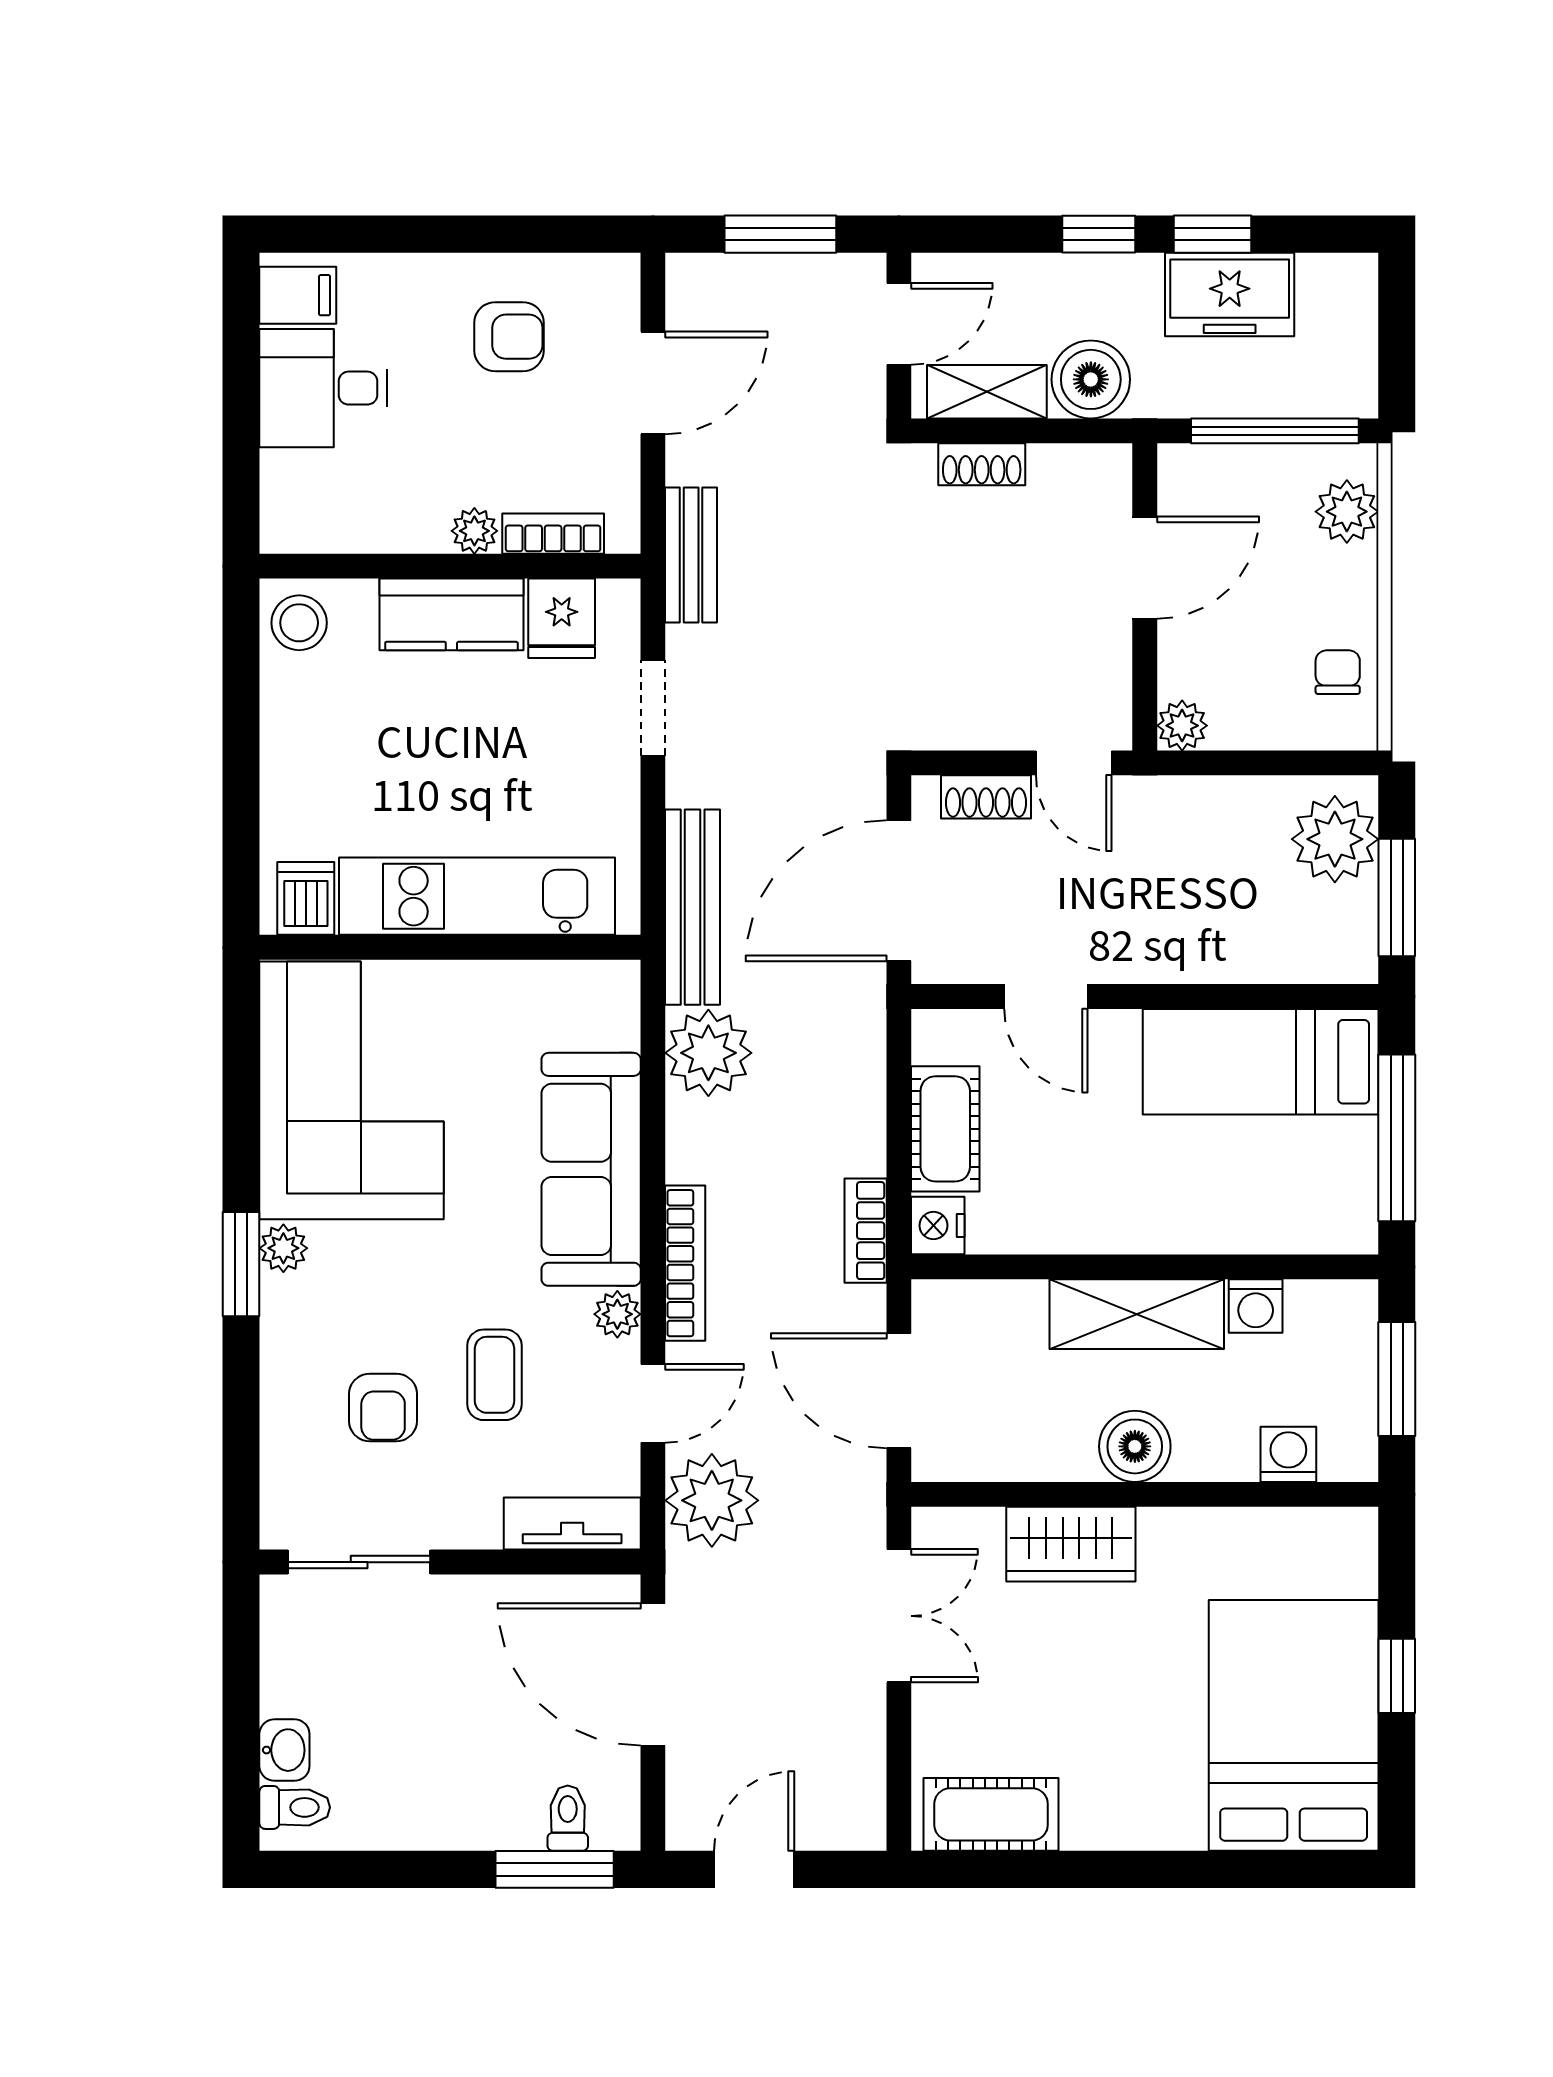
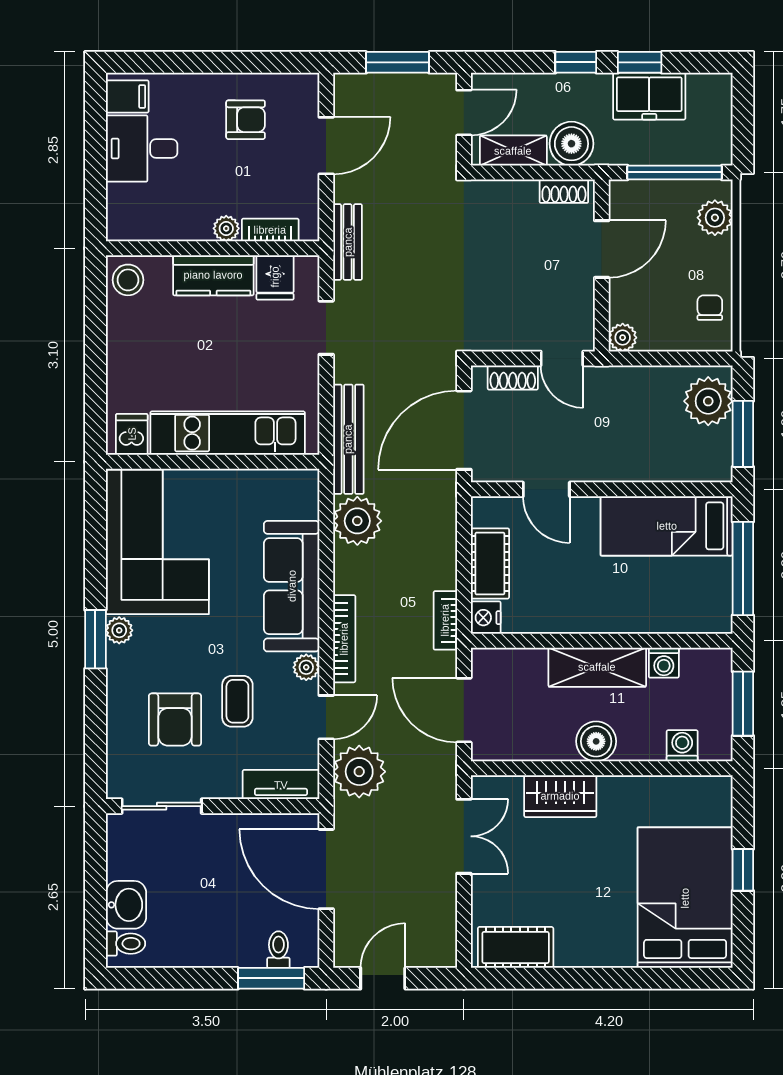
shoe rack: (982, 464) -> (564, 191), moved
armchair: (383, 1407) -> (175, 720), width x1.38, depth x1.38
washbasin: (284, 1750) -> (126, 905), width x1.38, depth x1.45

